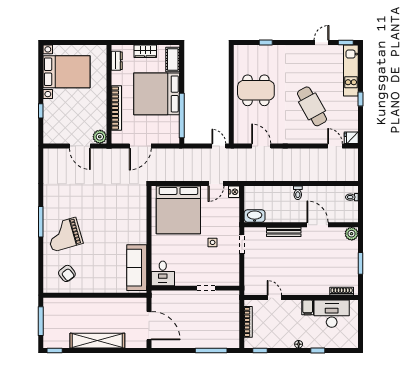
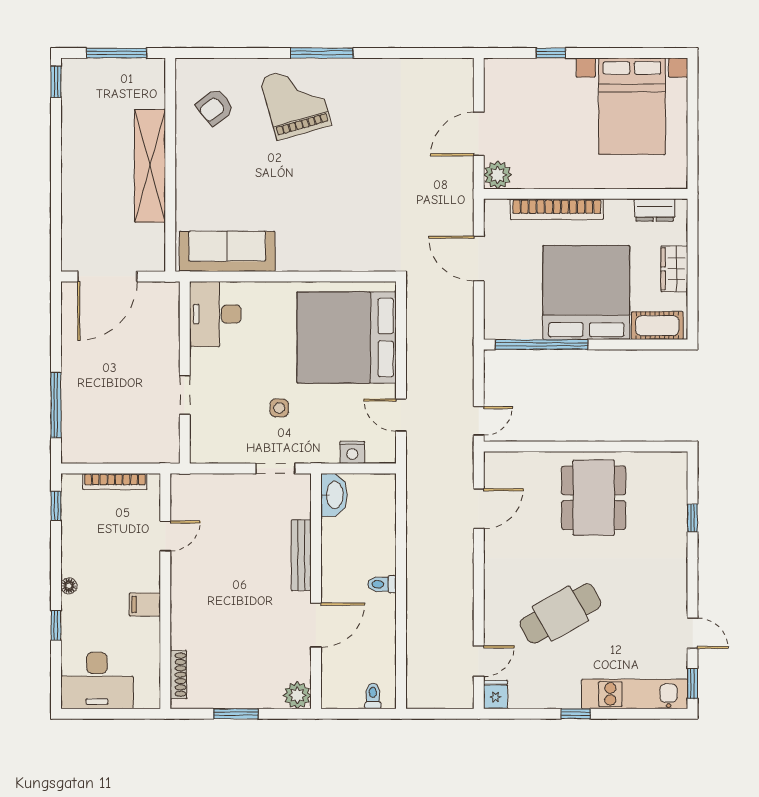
nightstand: (234, 192) -> (352, 452), moved
desk: (163, 273) -> (215, 314), width x1.37
desk: (332, 314) -> (97, 681), moved, turned 90
shelving: (97, 341) -> (150, 166), moved

